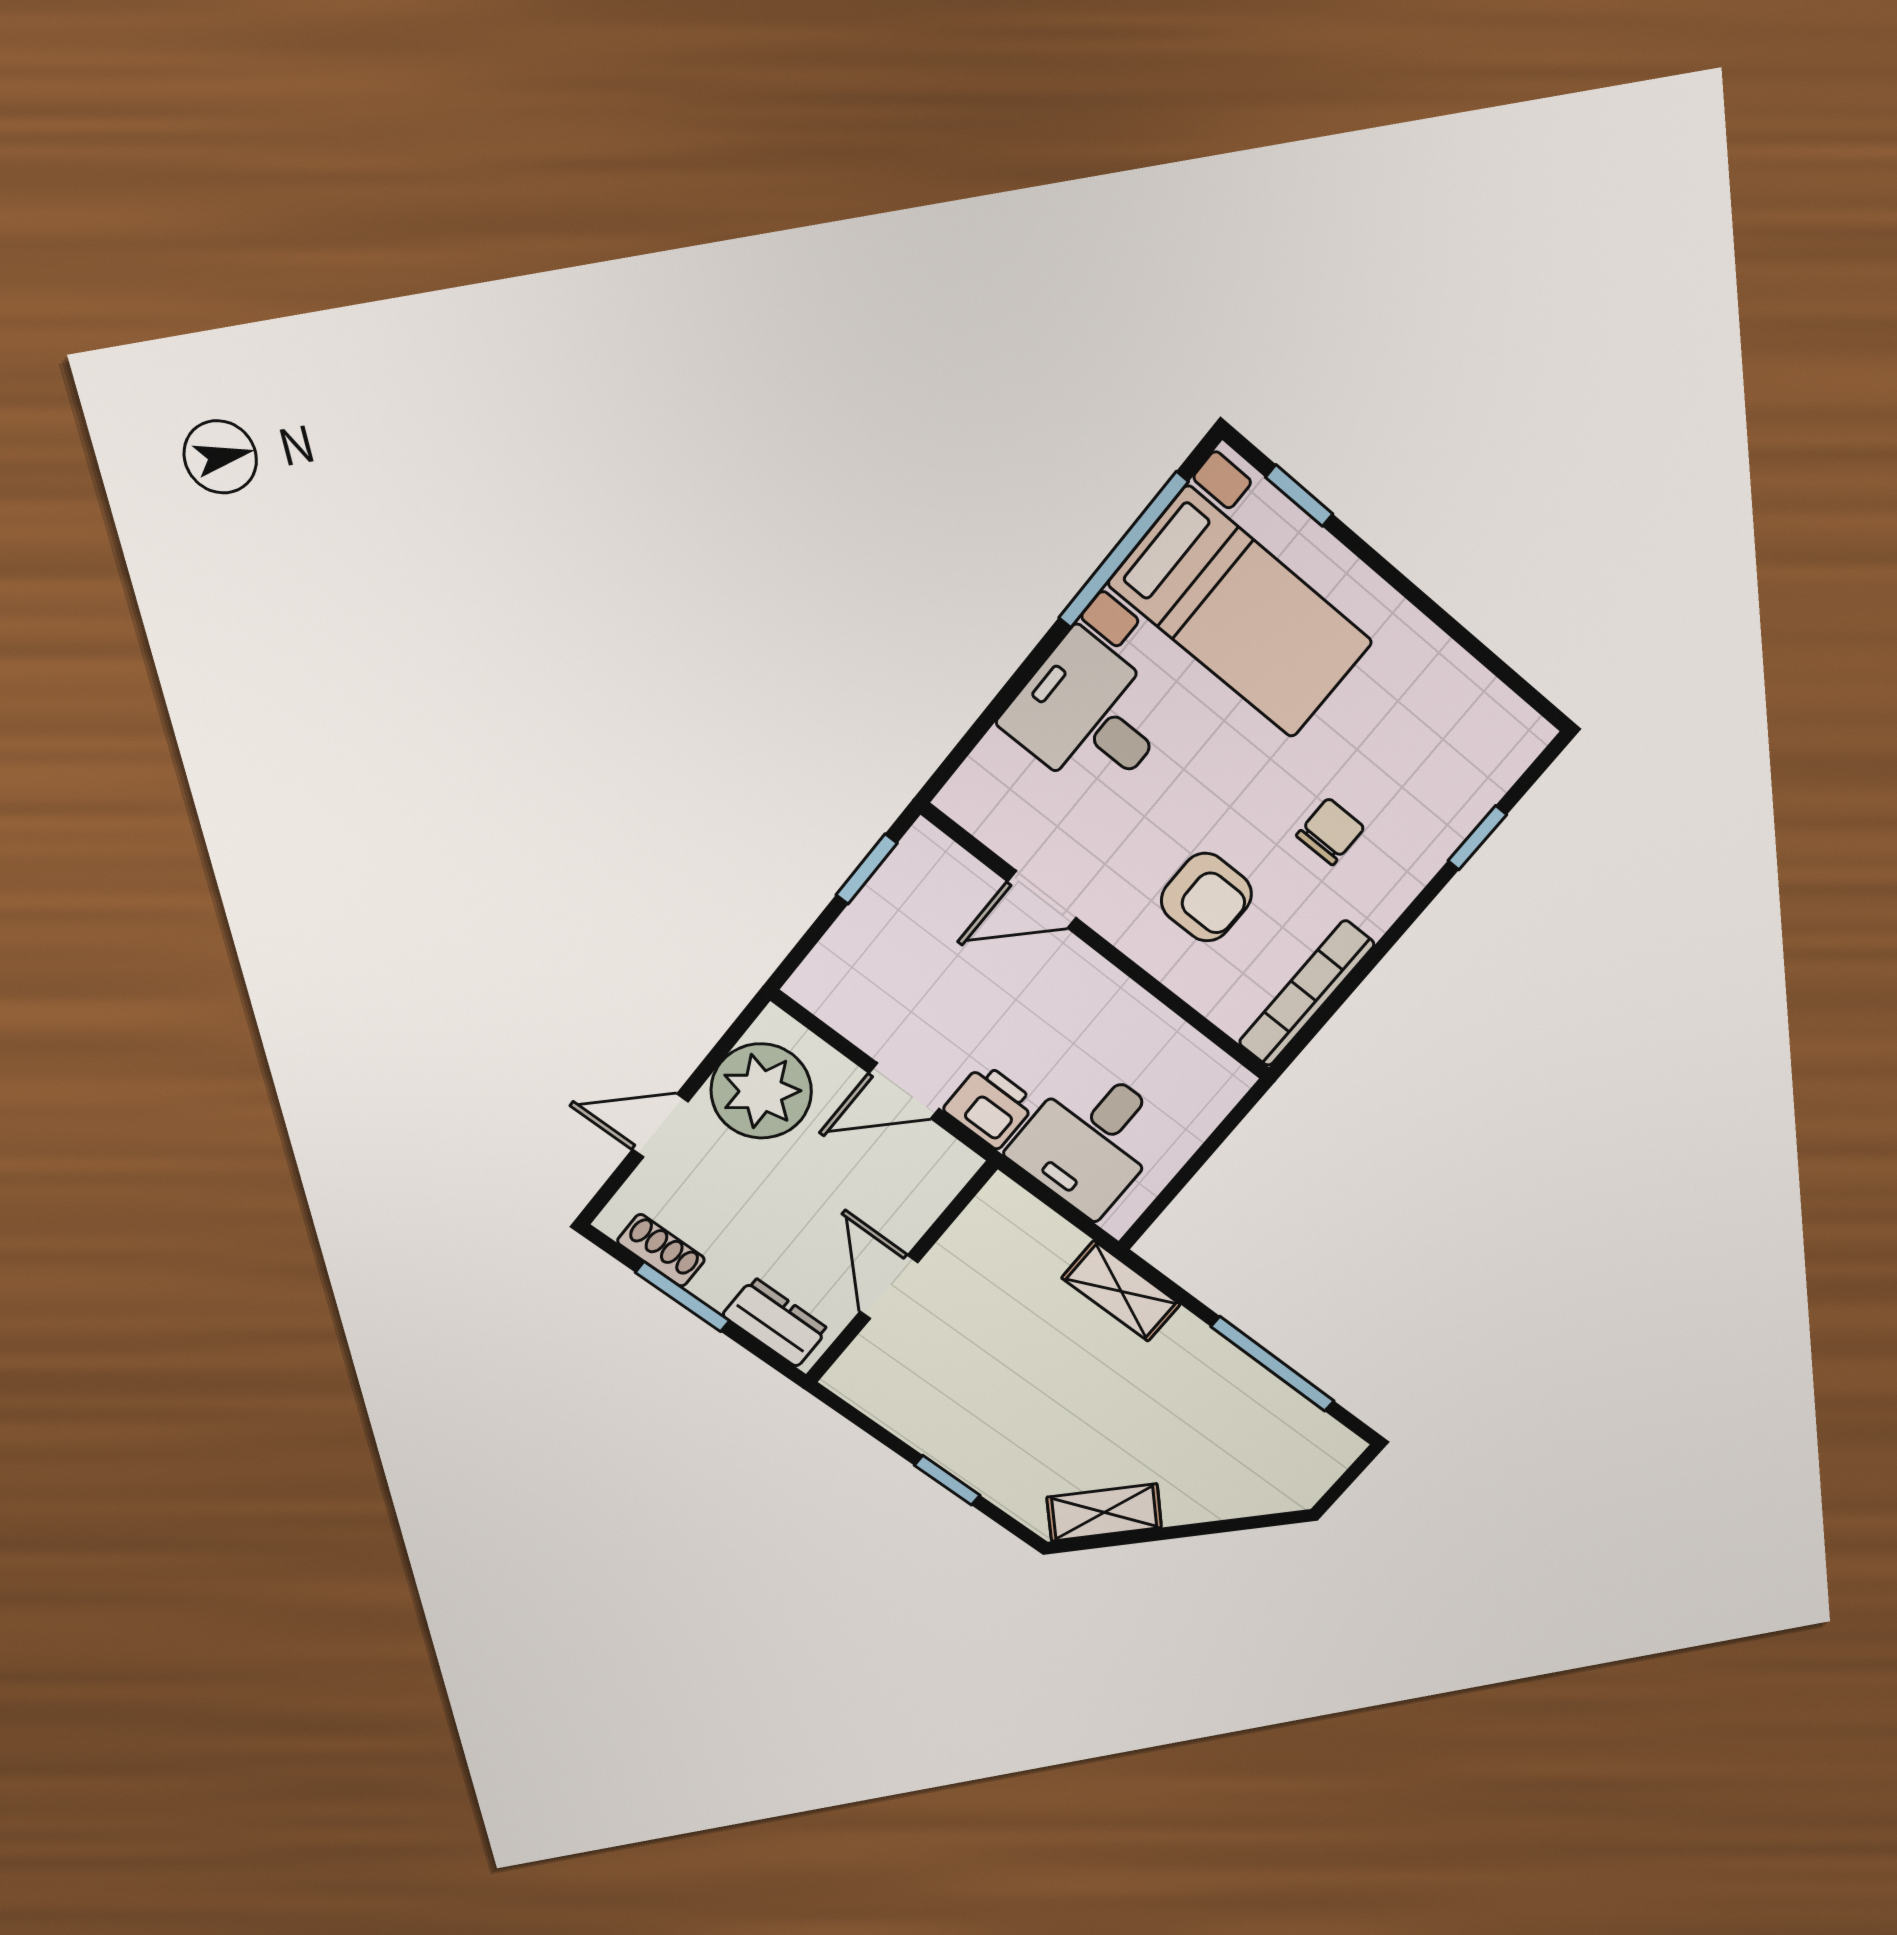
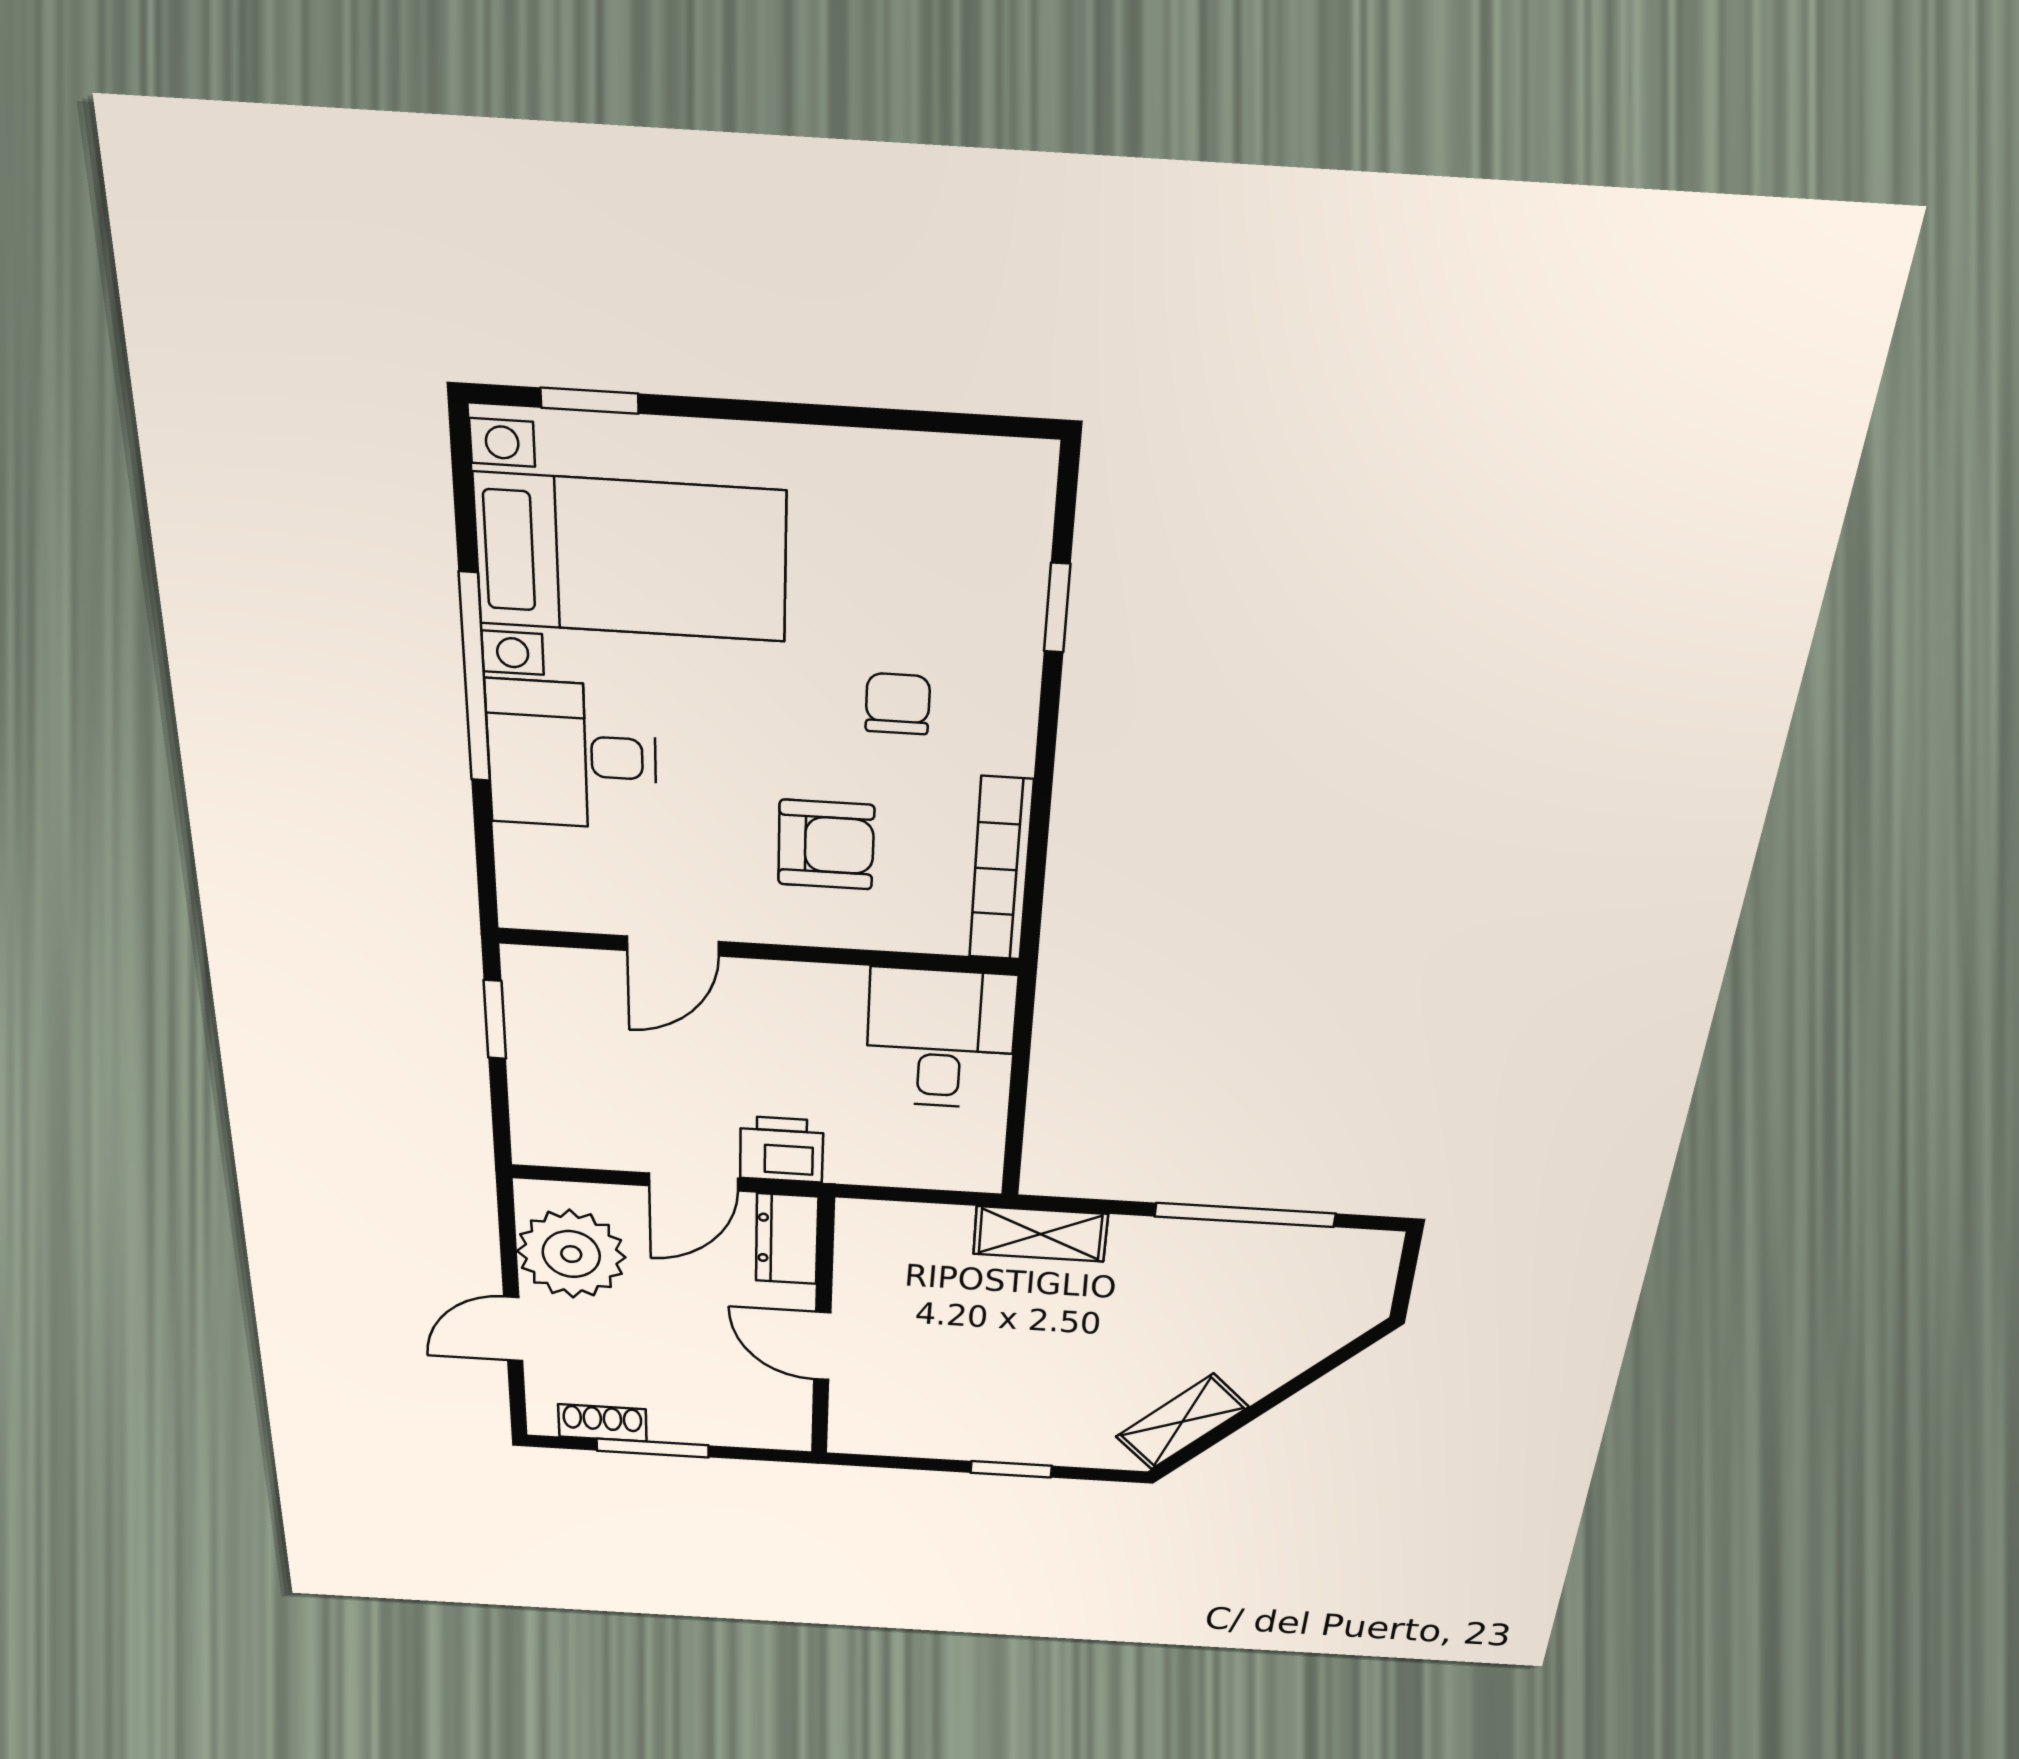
window: (1123, 550) -> (475, 678), moved
desk: (1091, 1140) -> (941, 1039), moved, turned 180
dresser: (775, 1322) -> (787, 1239), moved, turned -90

